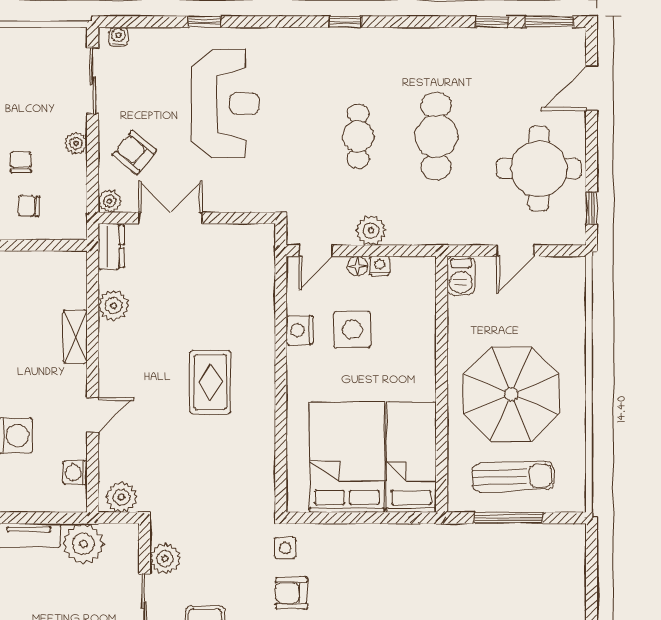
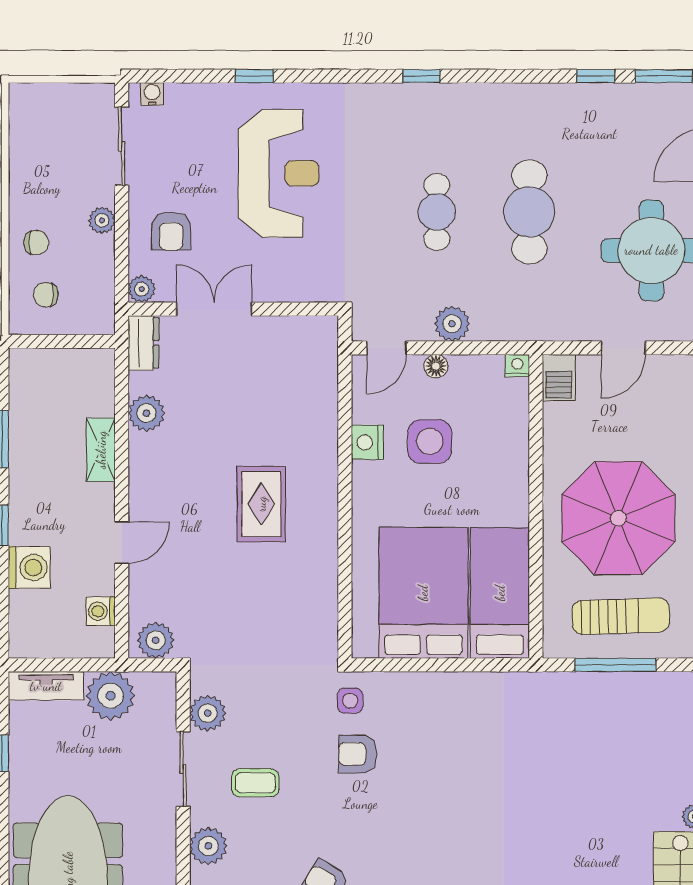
armchair: (134, 152) -> (171, 231), turned -129
chair: (21, 162) -> (36, 243), turned 90
nightstand: (380, 266) -> (517, 366), moved

